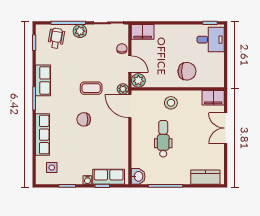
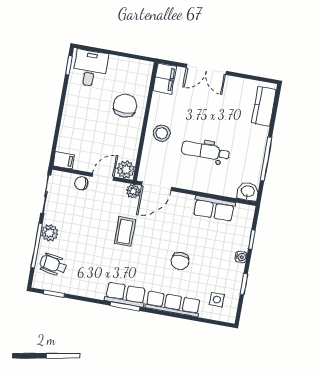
filing cabinet: (143, 32) -> (64, 160), width x0.50
row of seats: (43, 80) -> (125, 295), moved
chair: (84, 119) -> (180, 261), moved
row of seats: (109, 177) -> (214, 208), moved, turned -90

